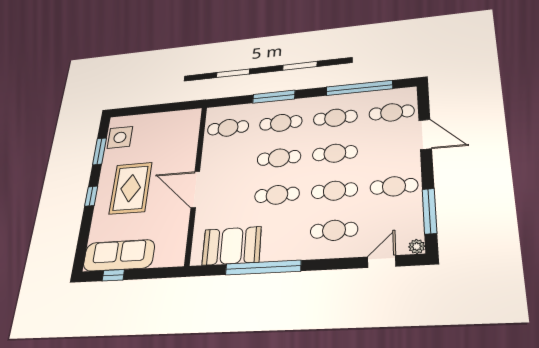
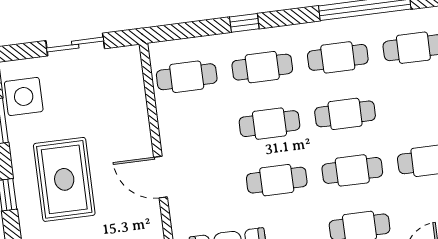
window: (274, 97) -> (244, 23), width x0.46
sliding door: (161, 108) -> (75, 45), added
door: (195, 189) -> (161, 177), width x0.73

